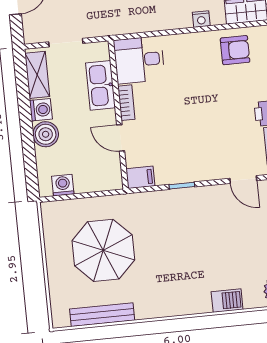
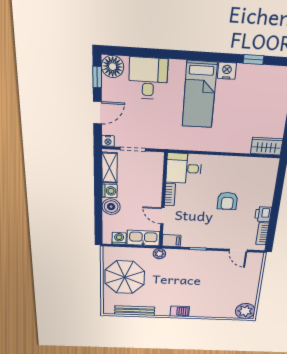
nightstand: (201, 19) -> (108, 141), moved
armchair: (235, 50) -> (227, 201), moved, turned 90
kitchen sink: (100, 85) -> (143, 238), moved, turned 90
plant: (126, 203) -> (159, 254), added
parasol: (103, 250) -> (125, 277), moved
barbecue: (227, 301) -> (180, 311), moved

